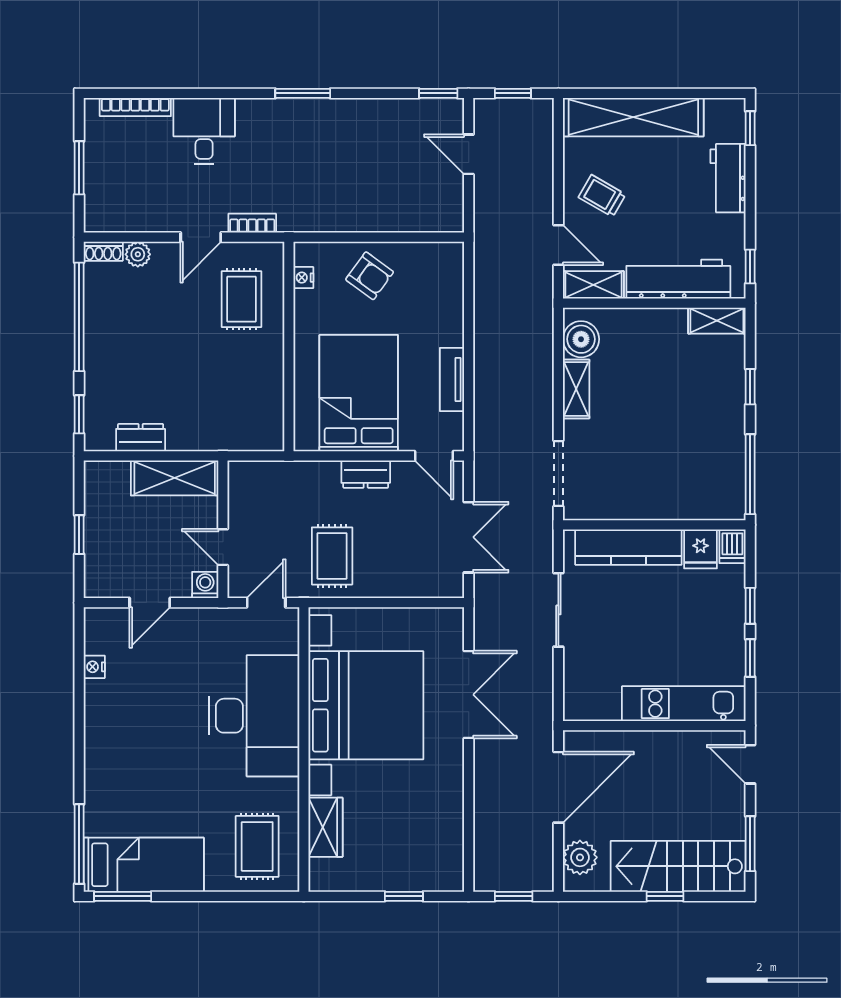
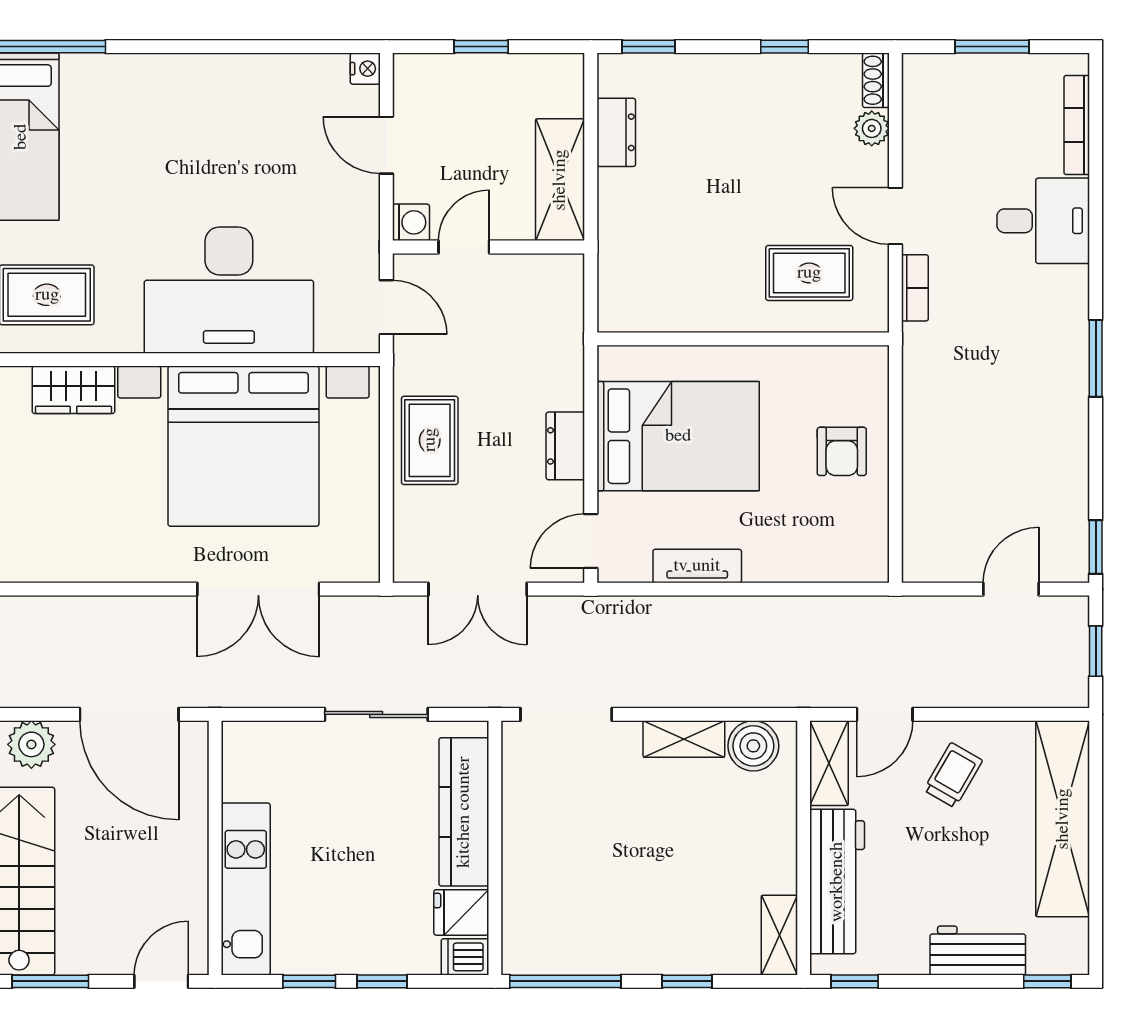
armchair: (370, 276) -> (842, 451), turned -36
nightstand: (303, 278) -> (839, 359), removed
window: (79, 317) -> (785, 47), width x0.32
rug: (332, 556) -> (430, 440), moved, turned 90
nightstand: (94, 667) -> (365, 69), moved, turned 90

